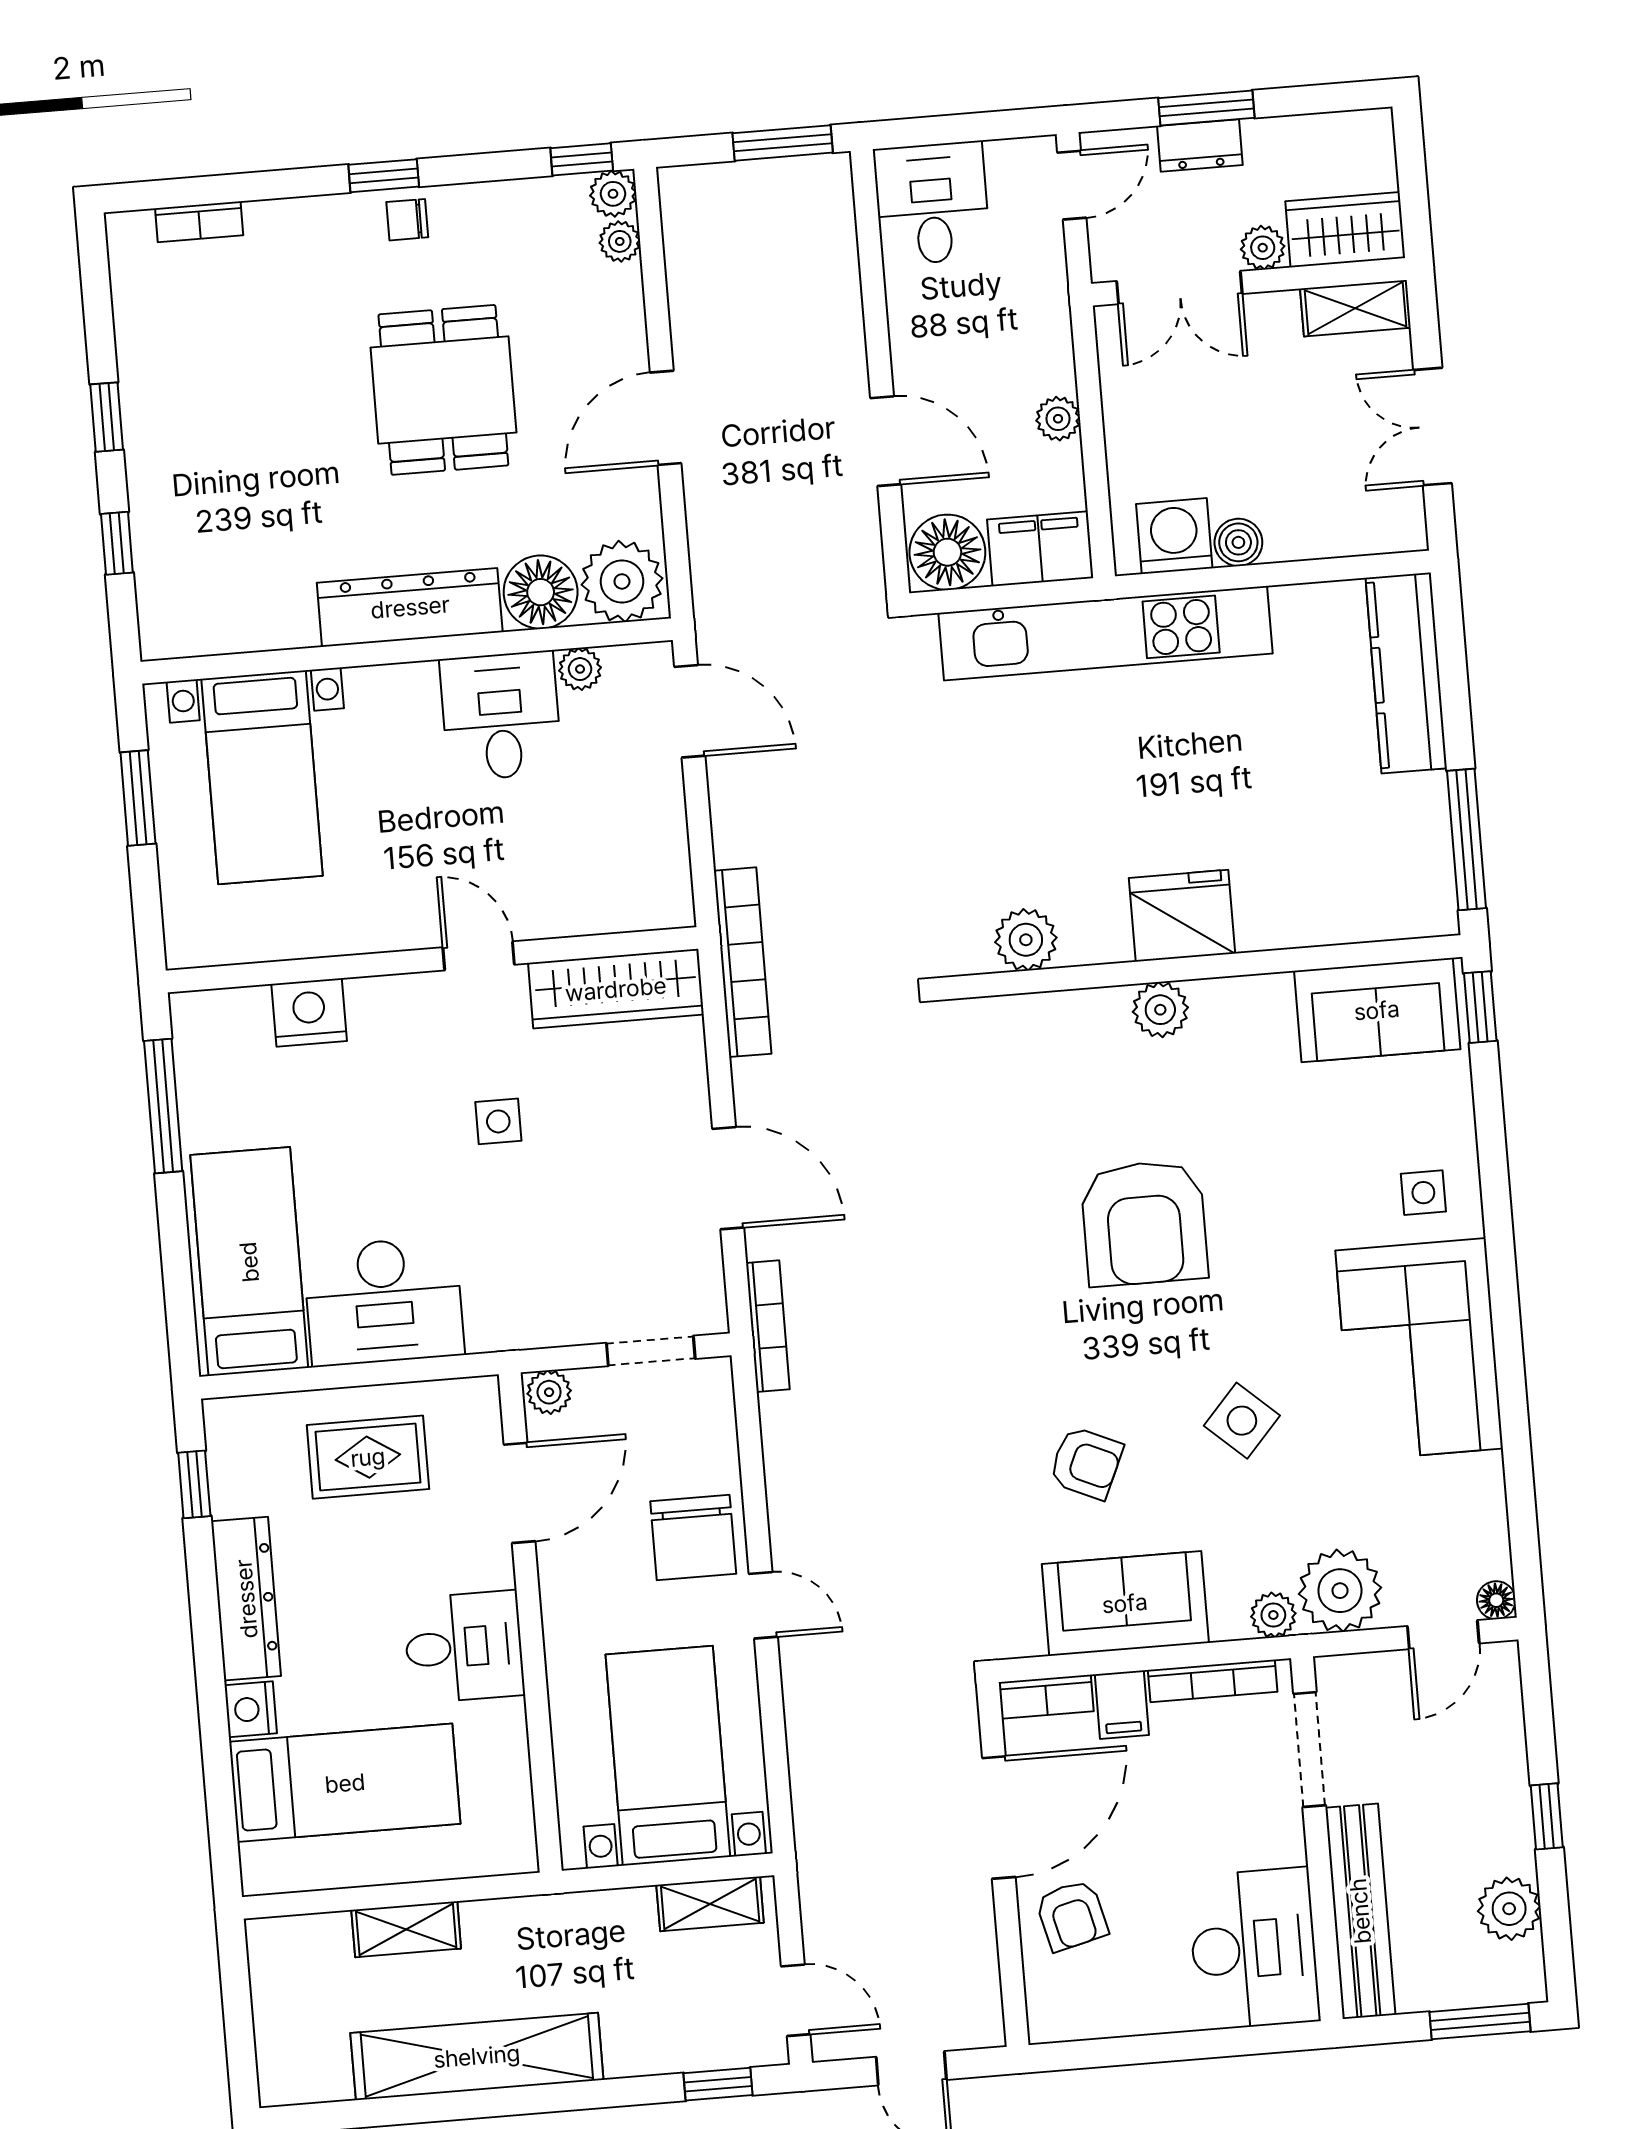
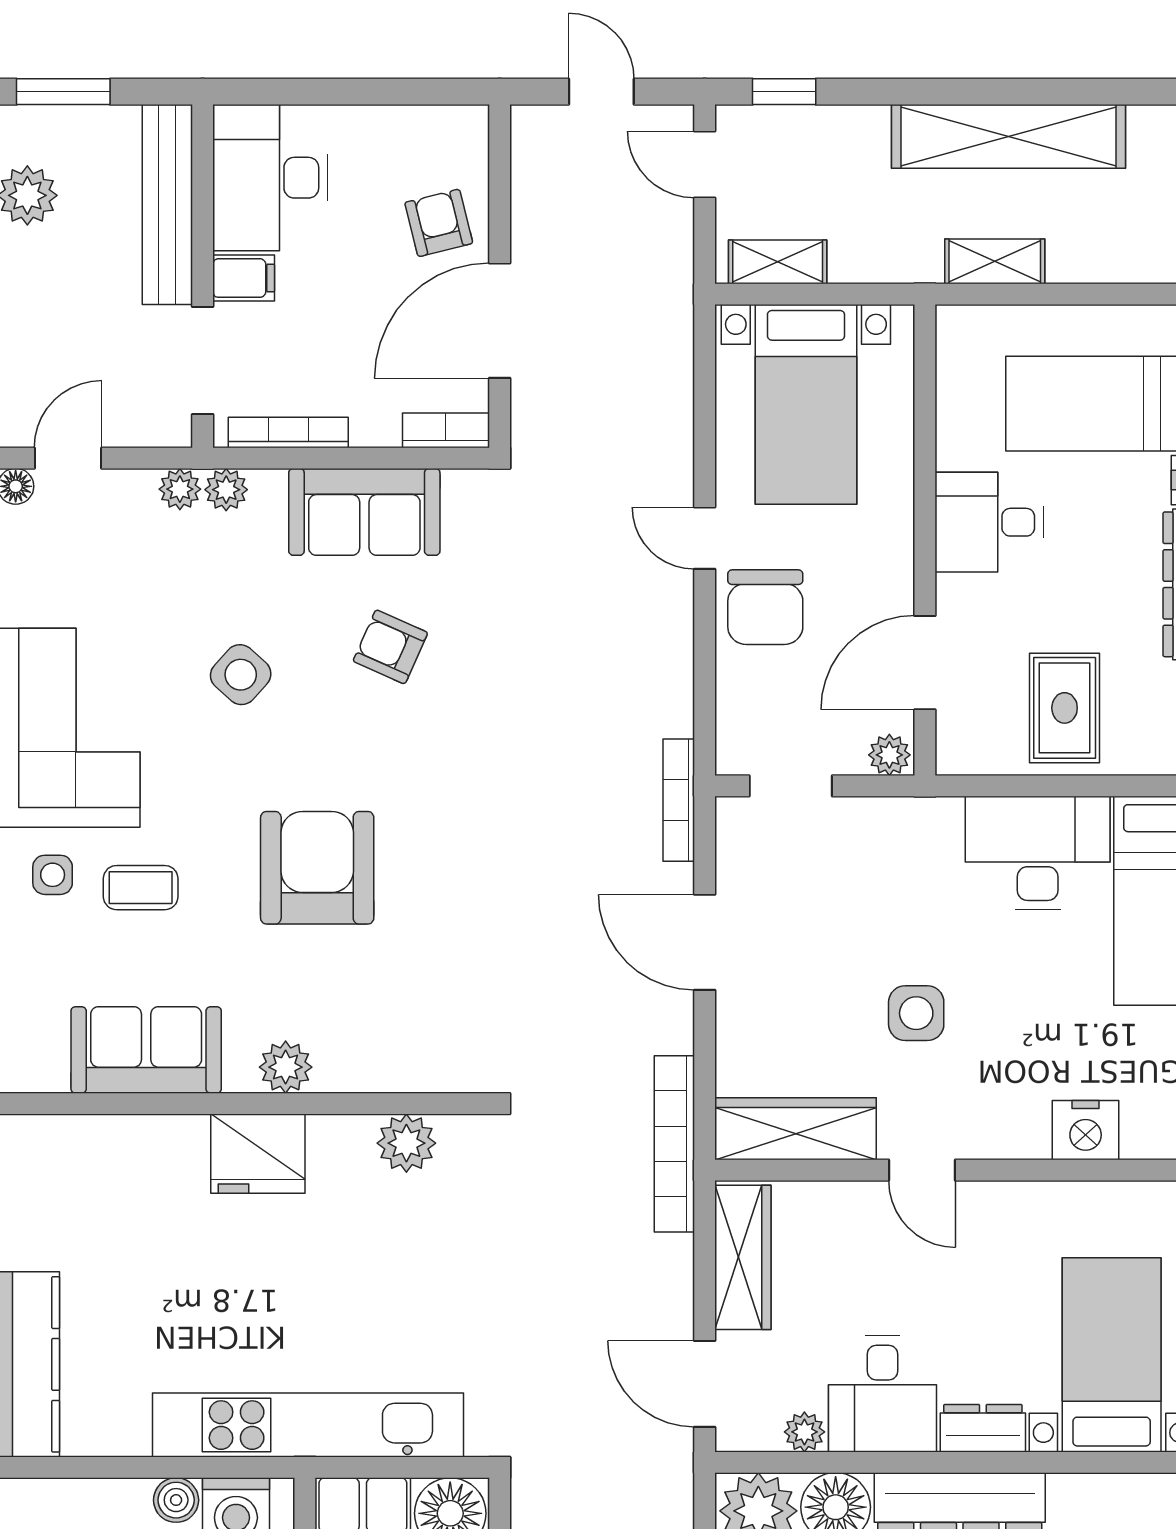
dresser: (392, 689) -> (983, 1428), added
wardrobe: (660, 848) -> (743, 1257), added
sofa: (1377, 1010) -> (146, 1050), moved
side table: (498, 1121) -> (916, 1013), width x1.37, depth x1.37
coffee table: (1329, 1187) -> (141, 888), added
rug: (368, 1457) -> (1065, 708), turned 90
chair: (693, 1538) -> (765, 607), turned 180
plant: (1340, 1591) -> (180, 489), width x0.53, depth x0.53
filing cabinet: (1122, 1705) -> (244, 278), moved, turned 90
shelving: (406, 1929) -> (995, 261), moved

